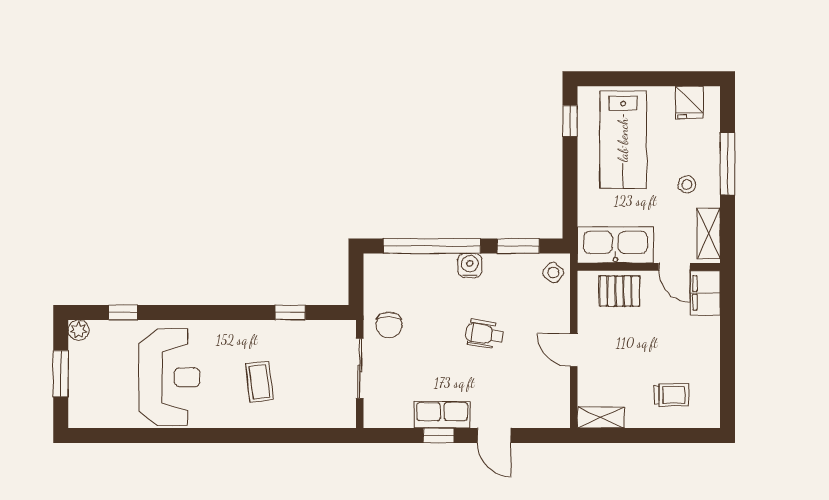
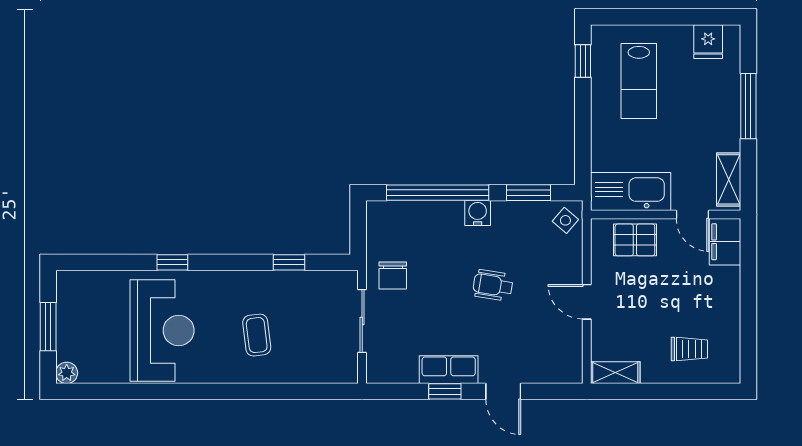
lab bench: (623, 140) -> (639, 81), width x0.73, depth x0.72
stool: (687, 184) -> (706, 128), removed
window: (123, 312) -> (172, 262), moved
plant: (79, 330) -> (67, 373), moved

